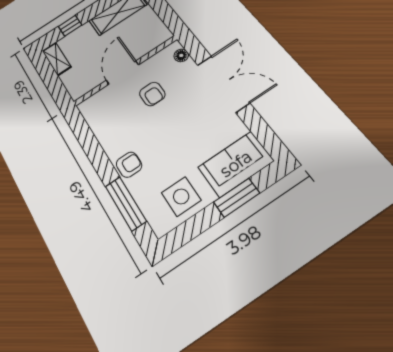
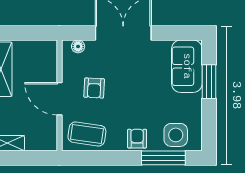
armchair: (152, 94) -> (94, 88), turned 93
coffee table: (105, 116) -> (87, 134), added
side table: (181, 196) -> (176, 135), moved

